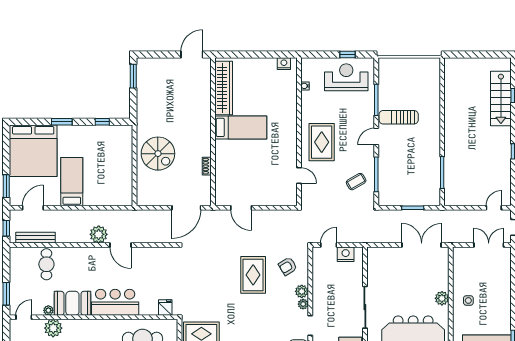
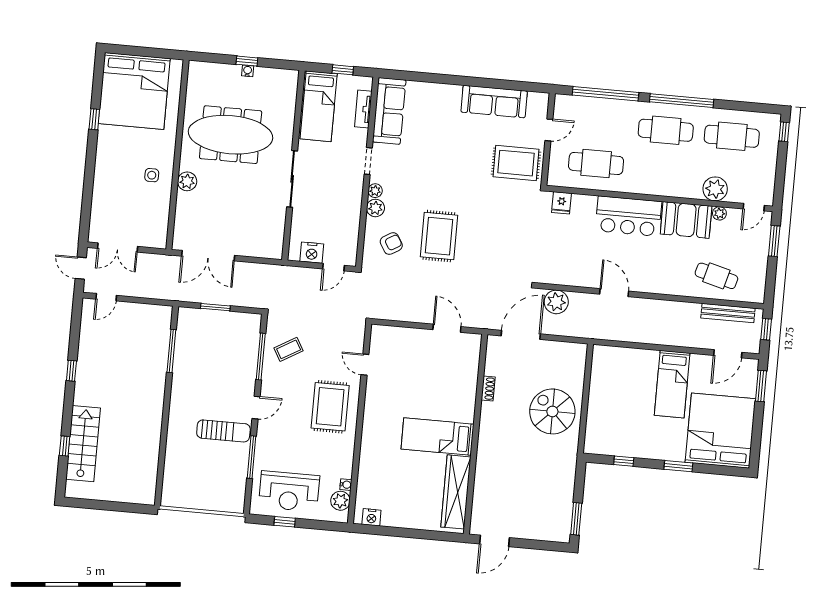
plant: (308, 74) -> (340, 501), added
plant: (99, 234) -> (556, 302), moved
cafe table: (46, 264) -> (716, 276), turned -75

